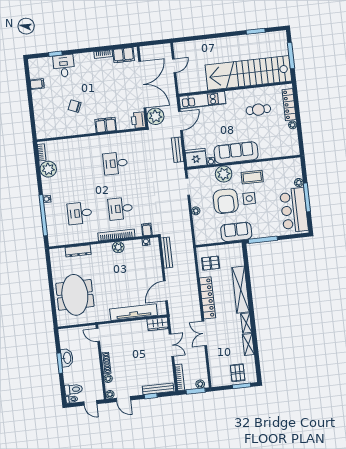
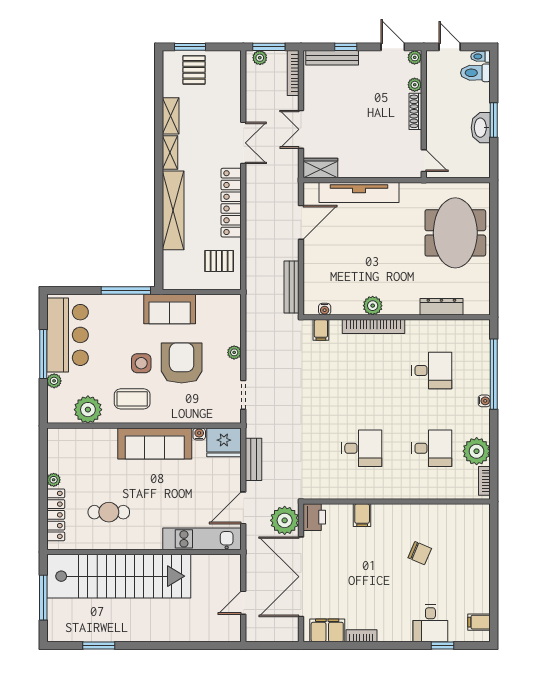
filing cabinet: (37, 84) -> (479, 622), moved
filing cabinet: (106, 125) -> (362, 515), width x0.50
plant: (224, 174) -> (88, 410), moved
desk: (120, 209) -> (432, 448), moved

